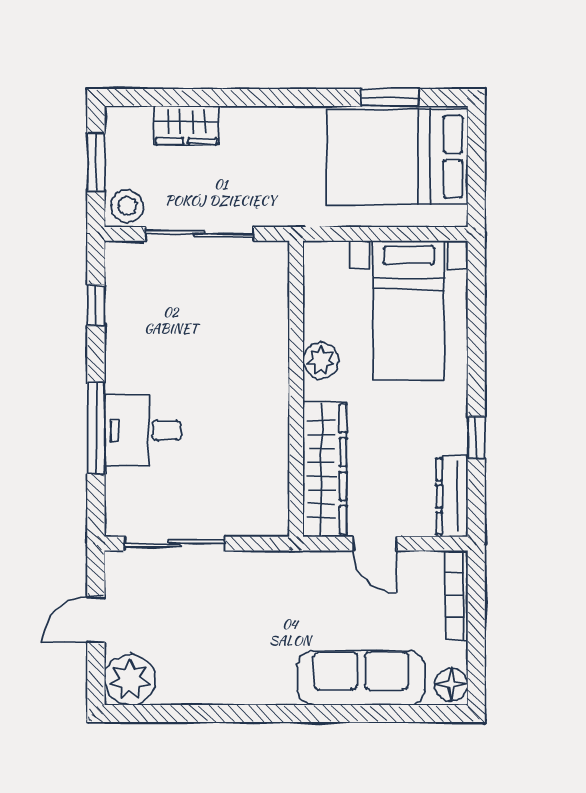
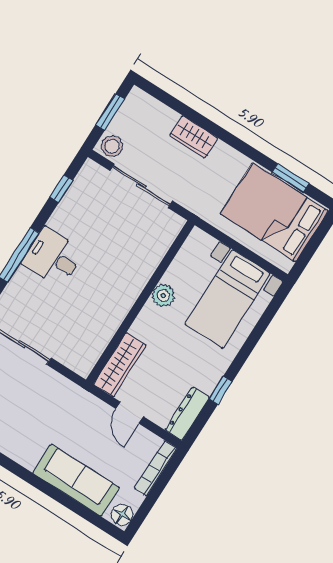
wardrobe: (186, 125) -> (194, 137), moved
desk: (143, 431) -> (53, 257), moved
wardrobe: (325, 469) -> (120, 365), width x0.71, depth x0.85

